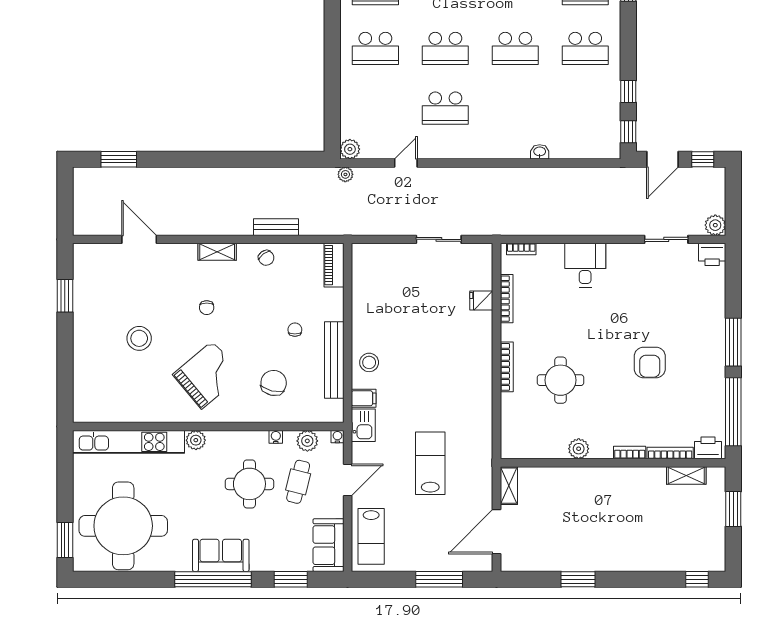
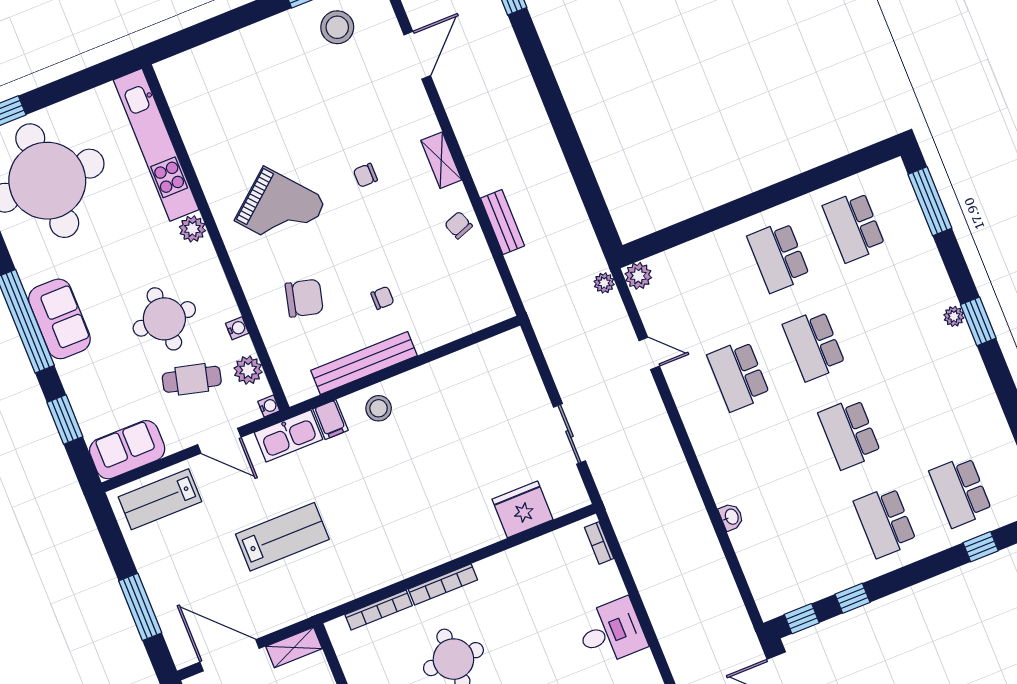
chair: (266, 258) -> (458, 225), turned 107
piano: (334, 265) -> (484, 315), removed
bookcase: (507, 299) -> (379, 610), moved
fridge: (481, 301) -> (522, 509), width x1.88, depth x1.34
stool: (139, 338) -> (337, 27), moved
kitchen sink: (363, 425) -> (288, 436), width x1.38

